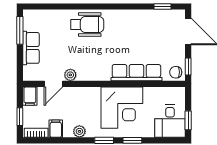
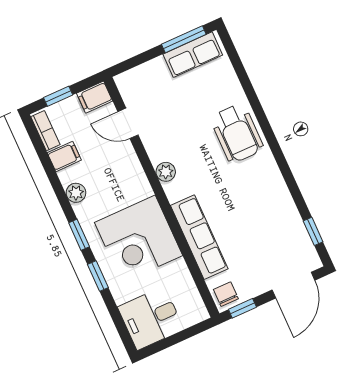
row of seats: (31, 48) -> (193, 55), moved
plant: (70, 75) -> (166, 172), moved
window: (188, 120) -> (164, 344), removed

